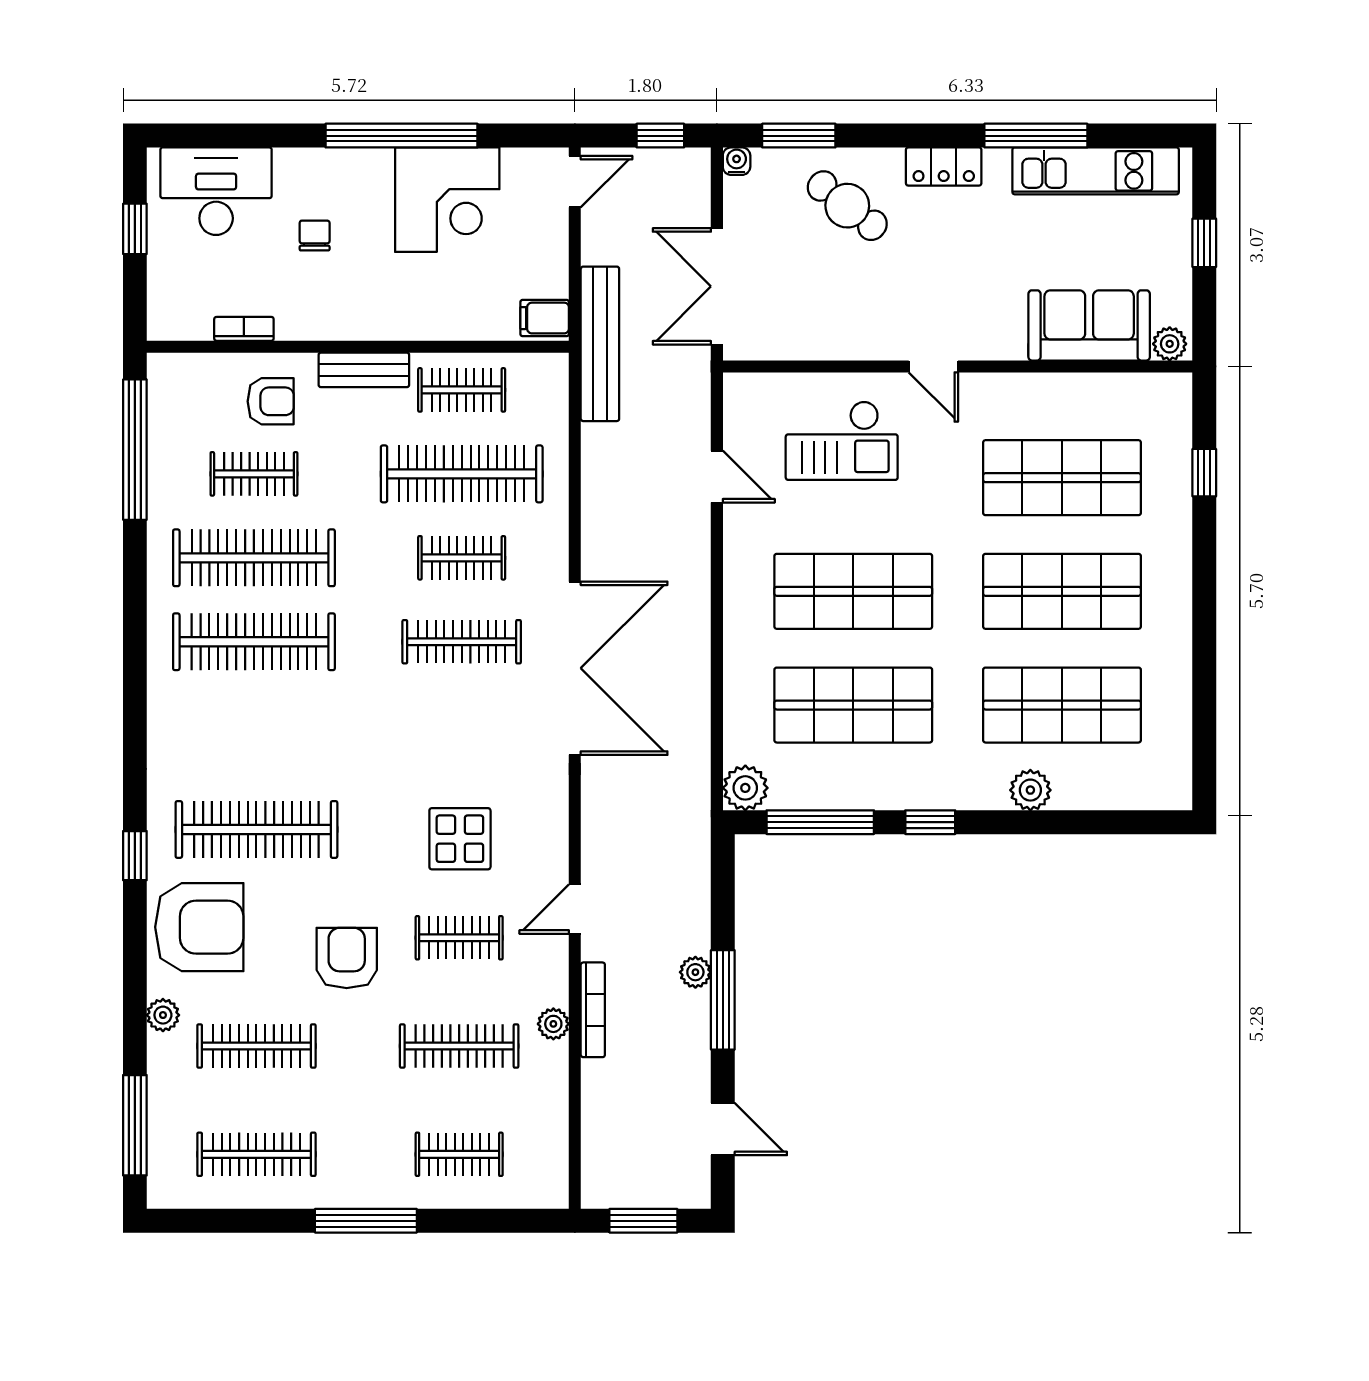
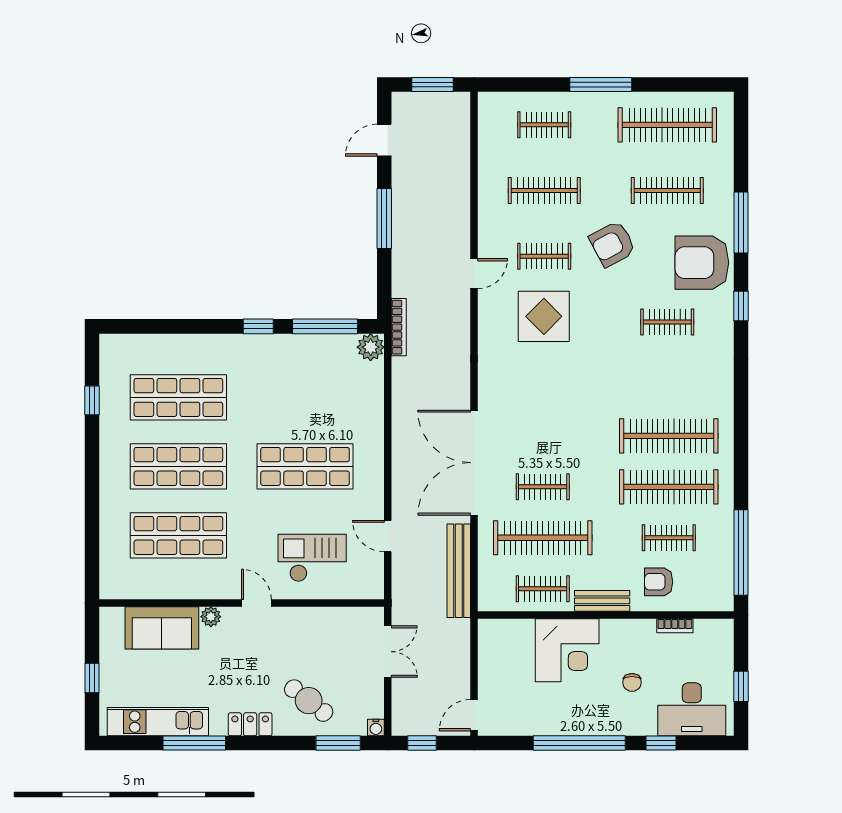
window: (267, 136) -> (661, 743), added
corner desk: (447, 200) -> (567, 650), moved, turned 180
double door: (717, 286) -> (388, 652), width x0.73
filing cabinet: (545, 318) -> (492, 632), removed
bench: (600, 344) -> (459, 571), moved
plant: (1170, 344) -> (211, 617), moved
window: (1204, 473) -> (92, 400), moved
clothes rail: (462, 642) -> (543, 436), removed
double door: (575, 668) -> (474, 463), moved
shop shelf: (853, 705) -> (305, 397), removed
plant: (1030, 790) -> (198, 346), removed
clothes rail: (256, 829) -> (667, 322), width x0.54, depth x0.76
display table: (460, 839) -> (544, 316), width x1.36, depth x1.36
armchair: (347, 958) -> (612, 244), turned 62
plant: (695, 972) -> (401, 235), removed
bookcase: (593, 1010) -> (399, 327), moved, turned 180
plant: (163, 1015) -> (724, 209), removed
plant: (553, 1024) -> (487, 204), removed
window: (135, 1125) -> (741, 223), moved
door: (723, 1129) -> (384, 140), hinge flipped
clothes rail: (256, 1154) -> (667, 125), width x1.37, depth x1.31

